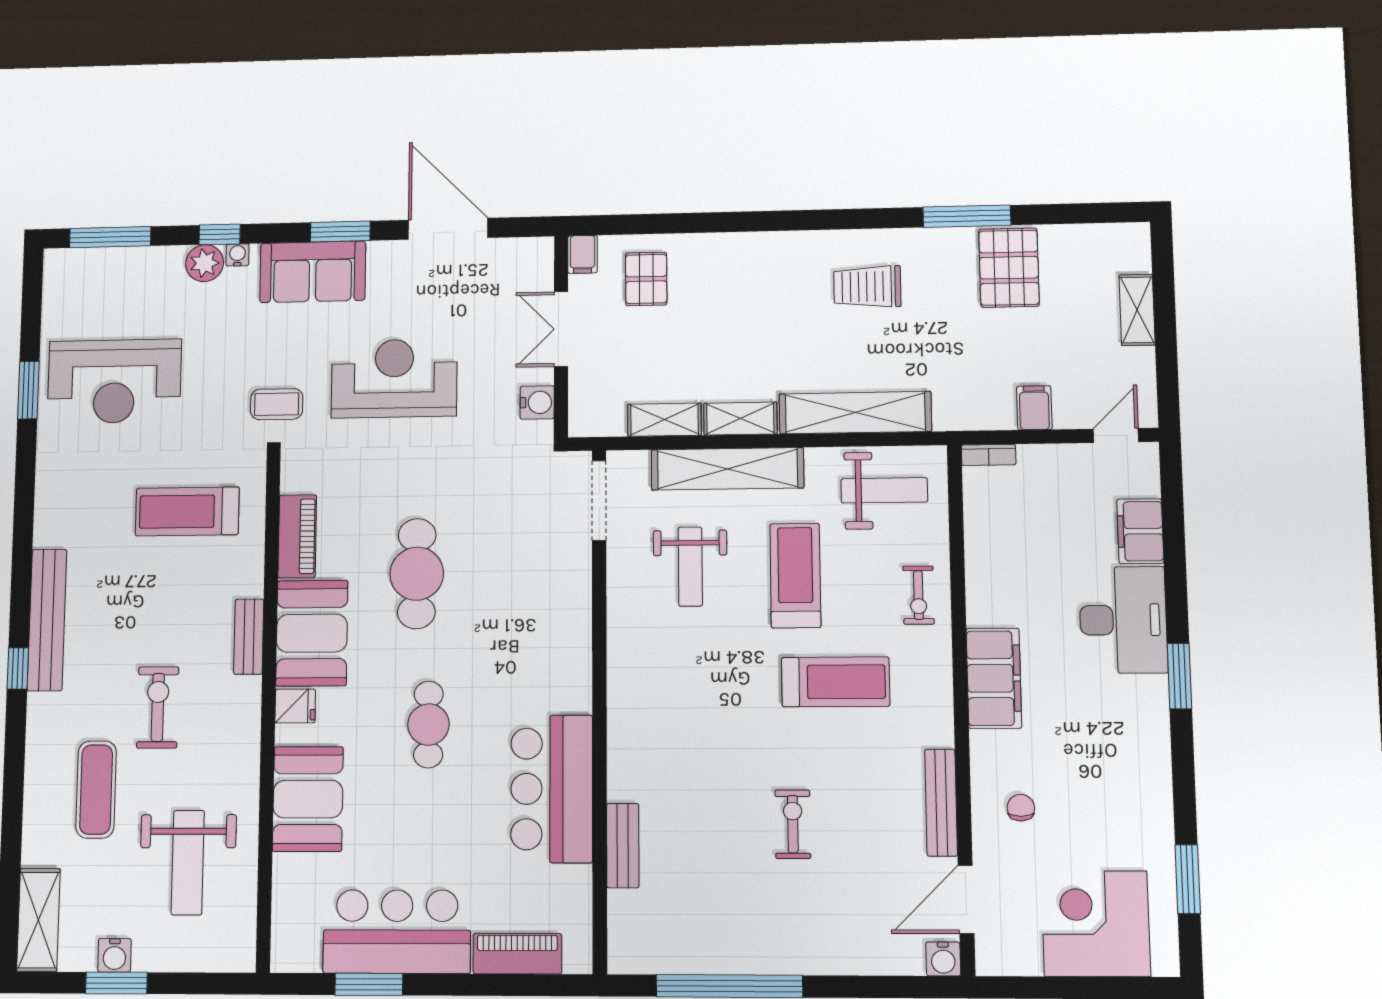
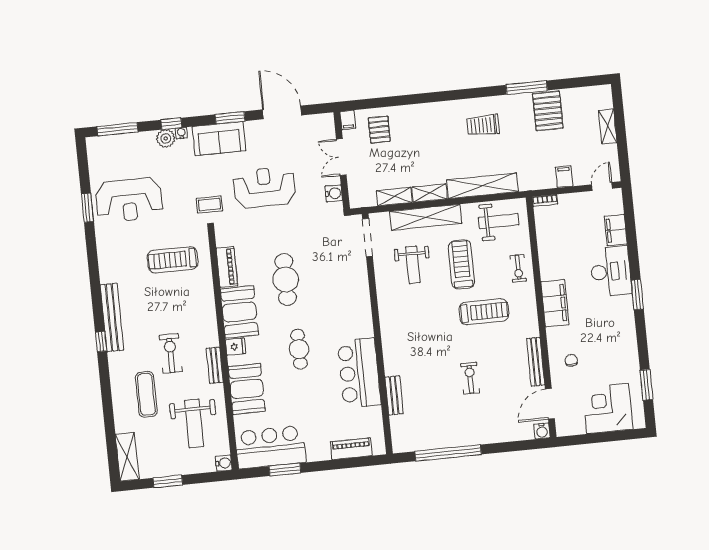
bench: (249, 637) -> (215, 365), moved
bar counter: (397, 932) -> (270, 447), moved
water cooler: (114, 955) -> (224, 463), moved, turned -90

